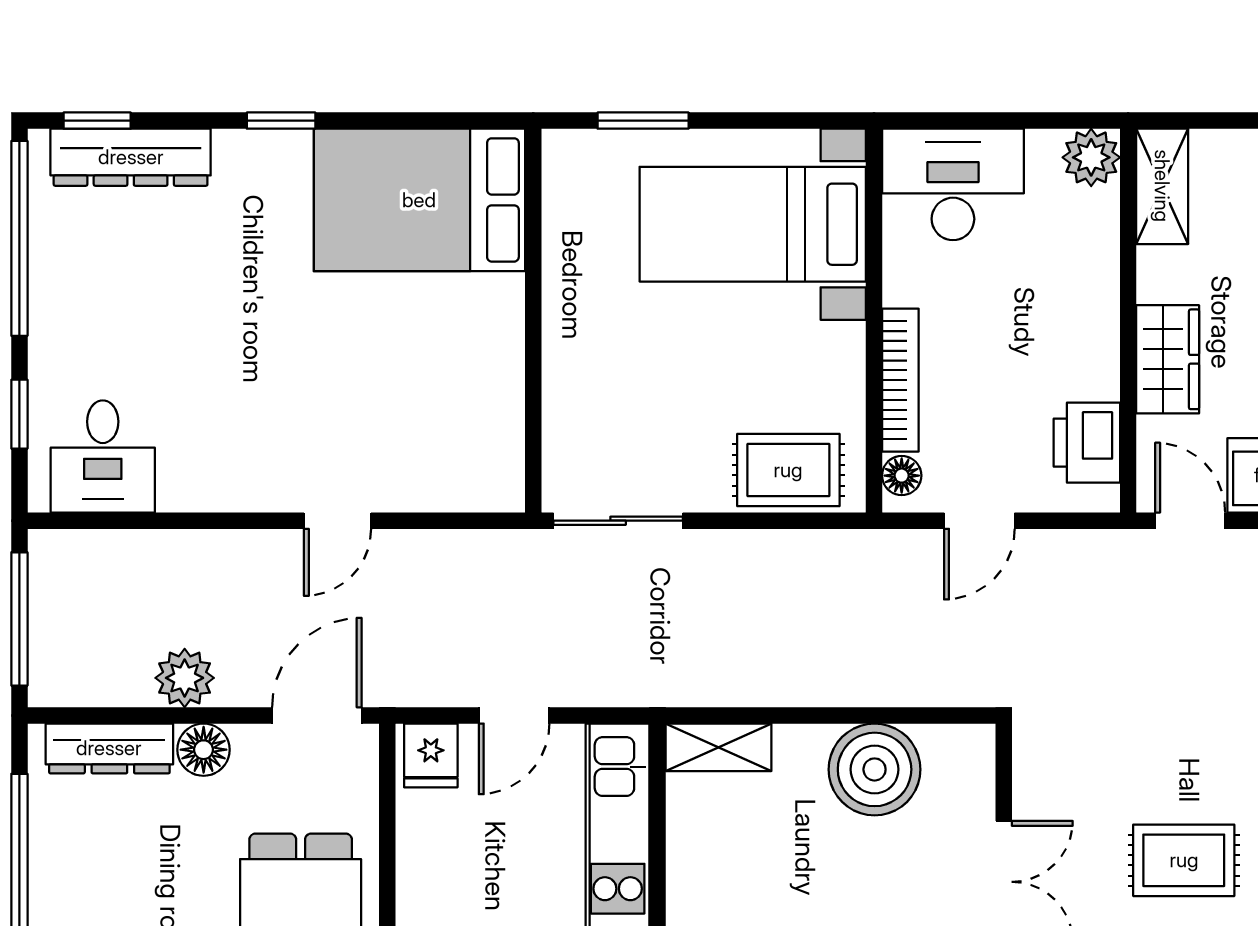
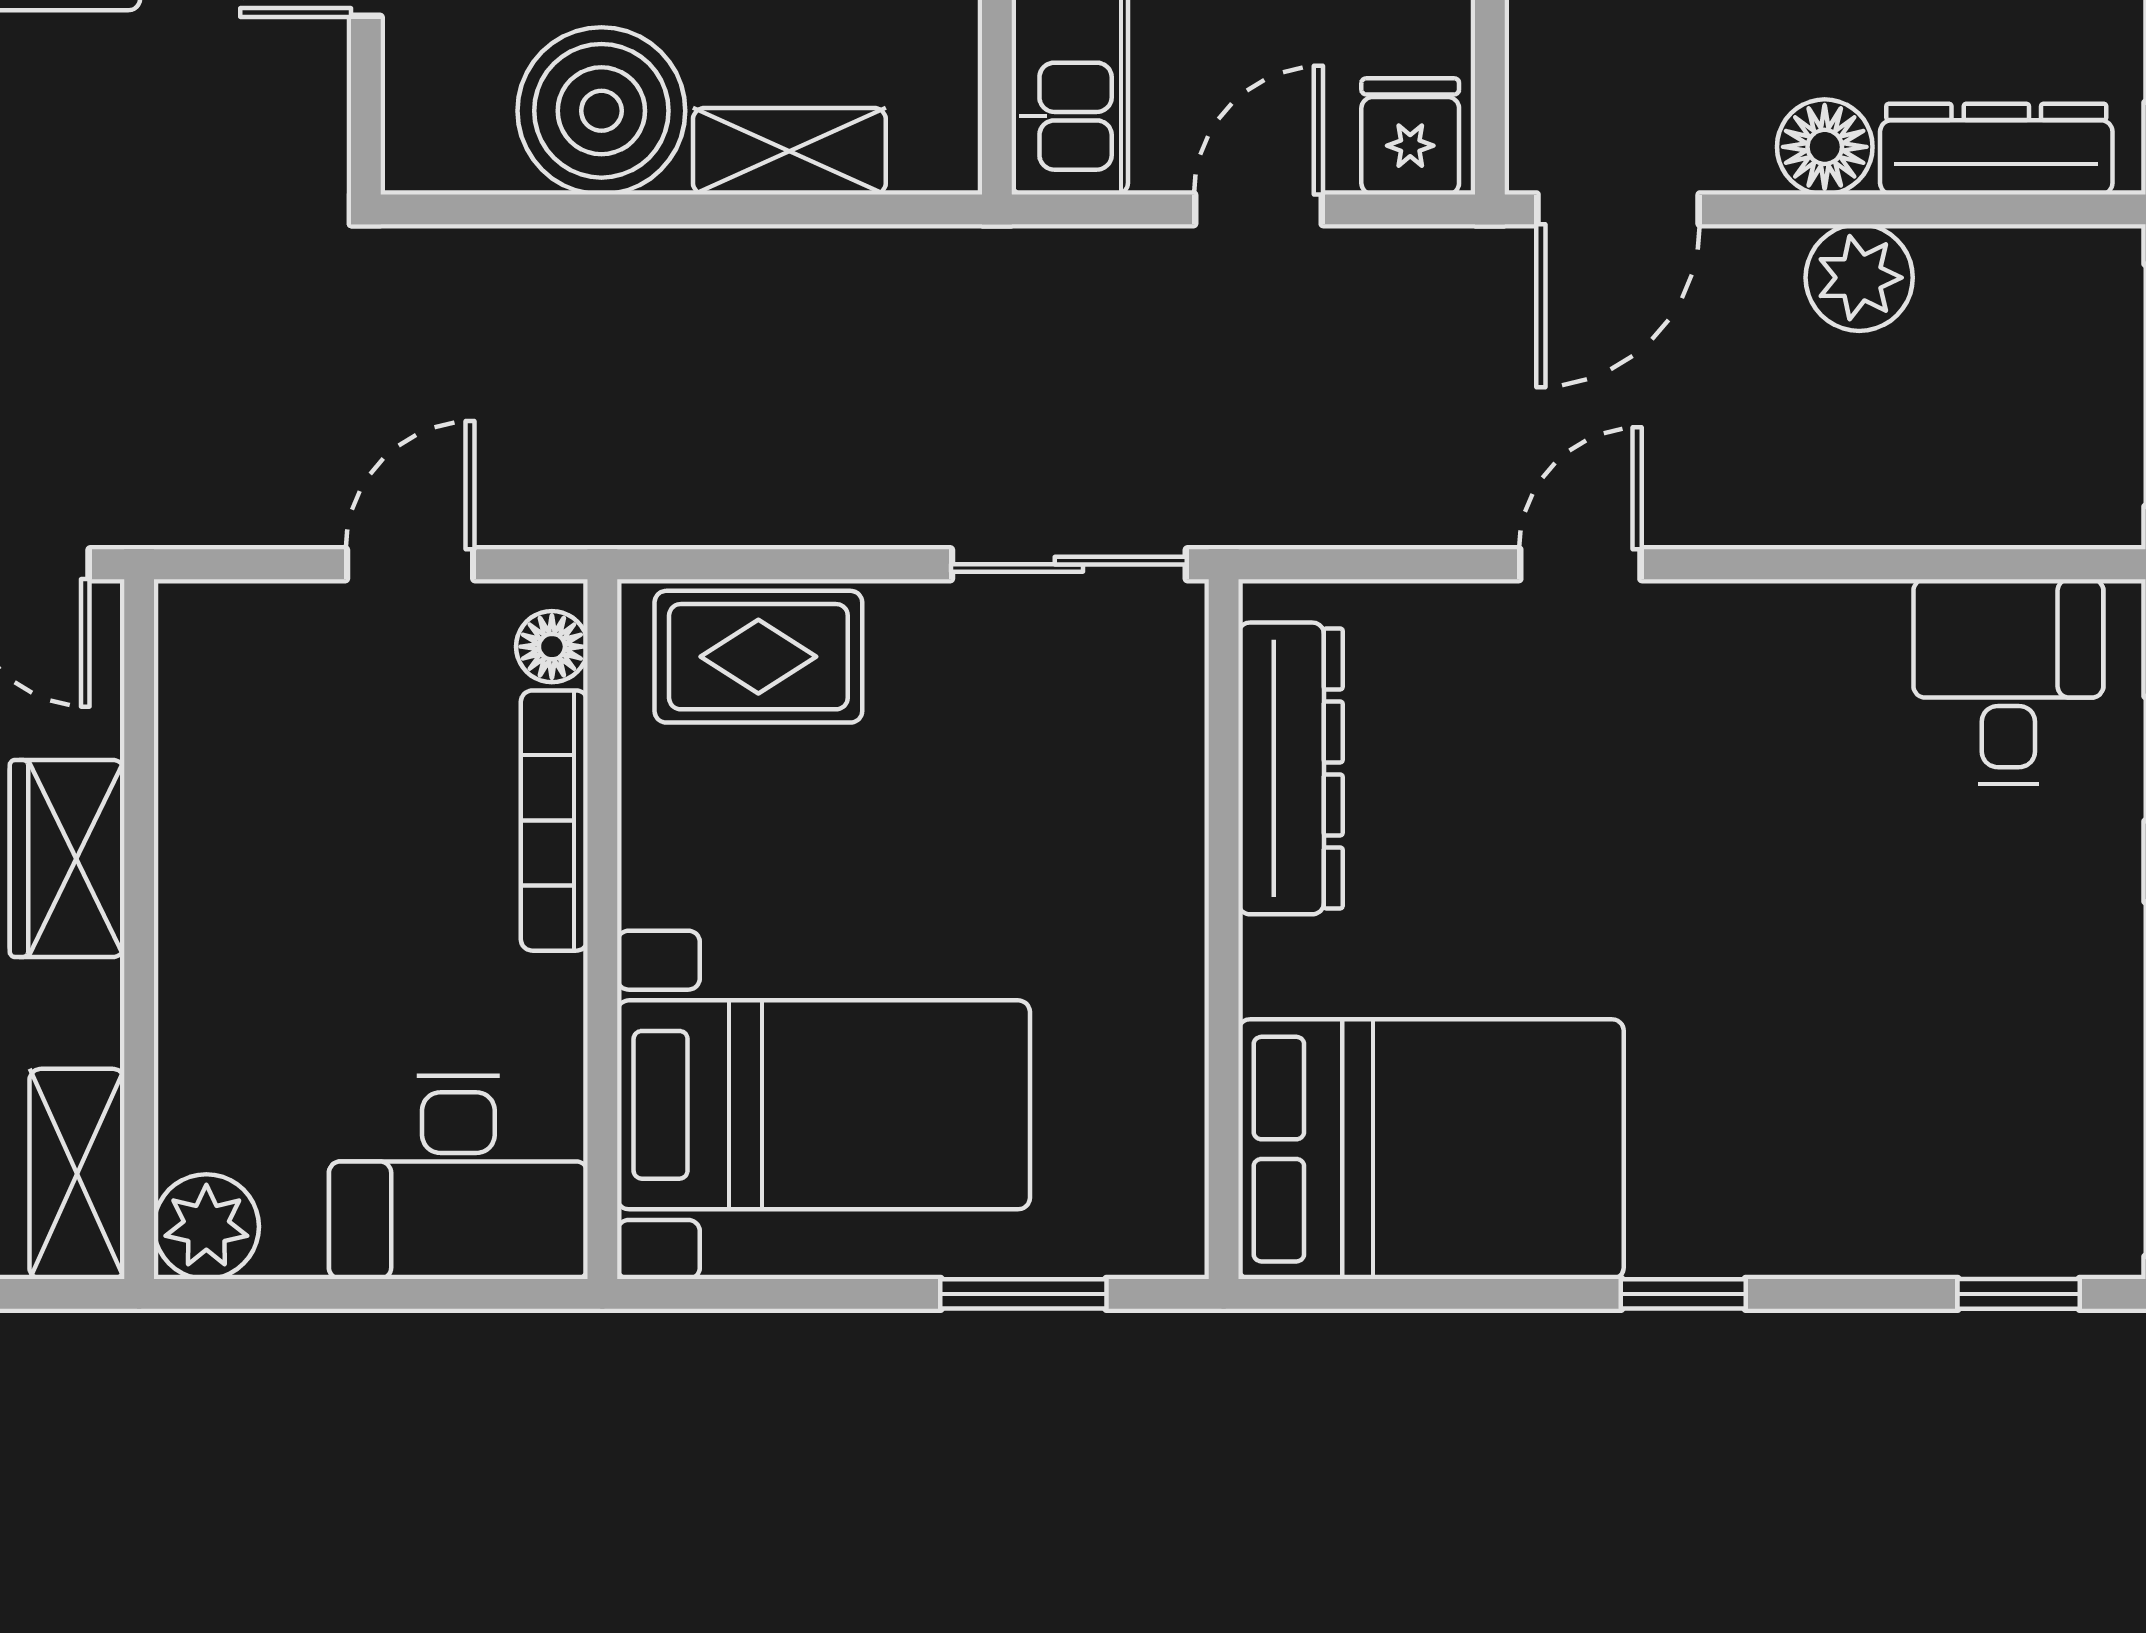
dresser: (131, 157) -> (1290, 768), moved, turned 90
printer: (1087, 443) -> (214, 707), removed
shelving: (719, 747) -> (789, 151), moved

